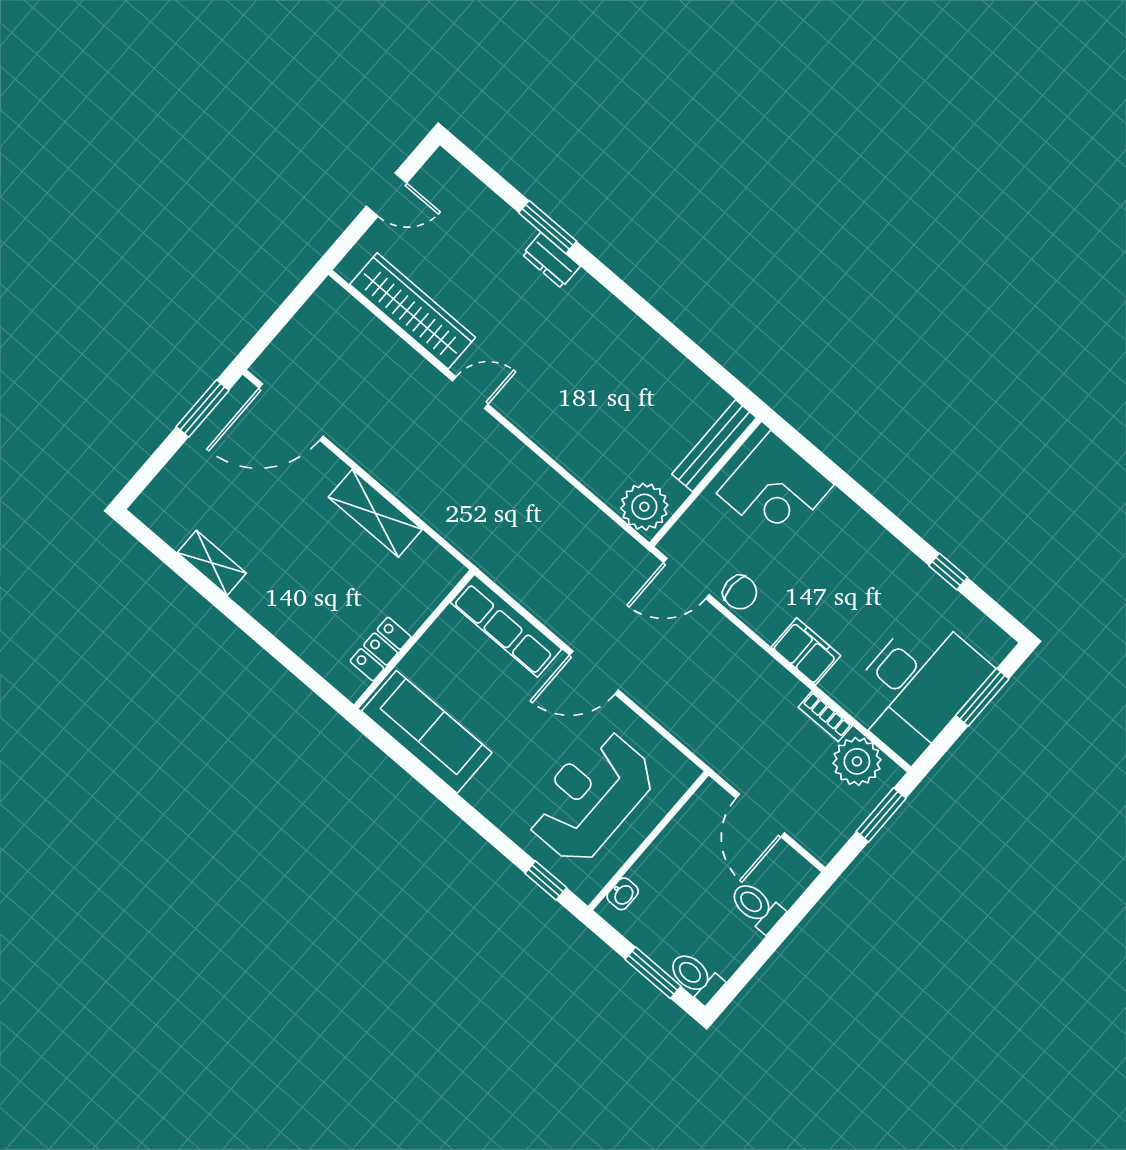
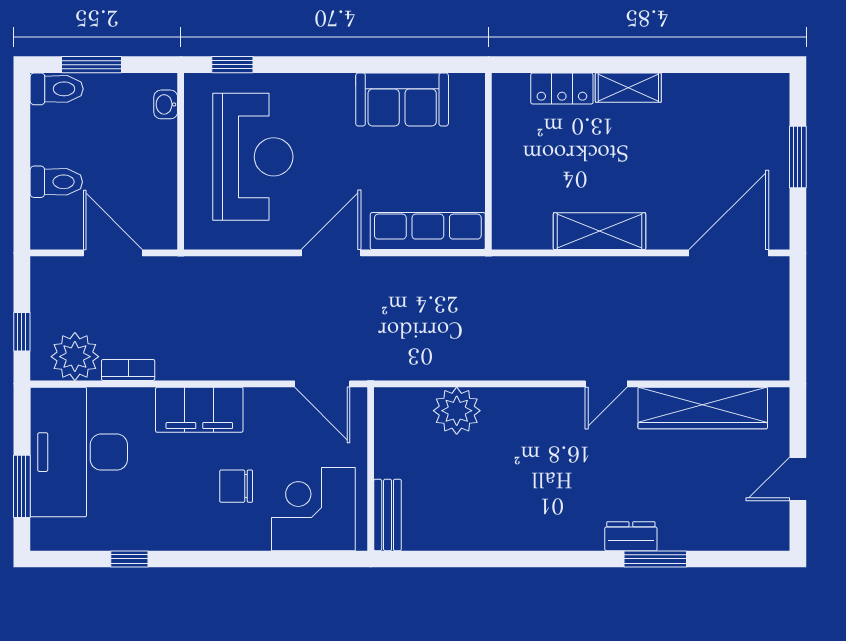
window: (203, 408) -> (798, 157), moved
bench: (714, 446) -> (388, 515), width x0.73
plant: (644, 507) -> (457, 411), moved
shelving: (212, 563) -> (628, 88), moved
door: (686, 579) -> (322, 384), swing flipped
chair: (740, 592) -> (236, 486), moved
locker: (381, 649) -> (562, 88), moved, turned 90
filing cabinet: (806, 651) -> (199, 410), width x1.50, depth x1.17
sofa: (427, 732) -> (402, 99), width x0.73
window: (881, 815) -> (22, 332), width x0.67

